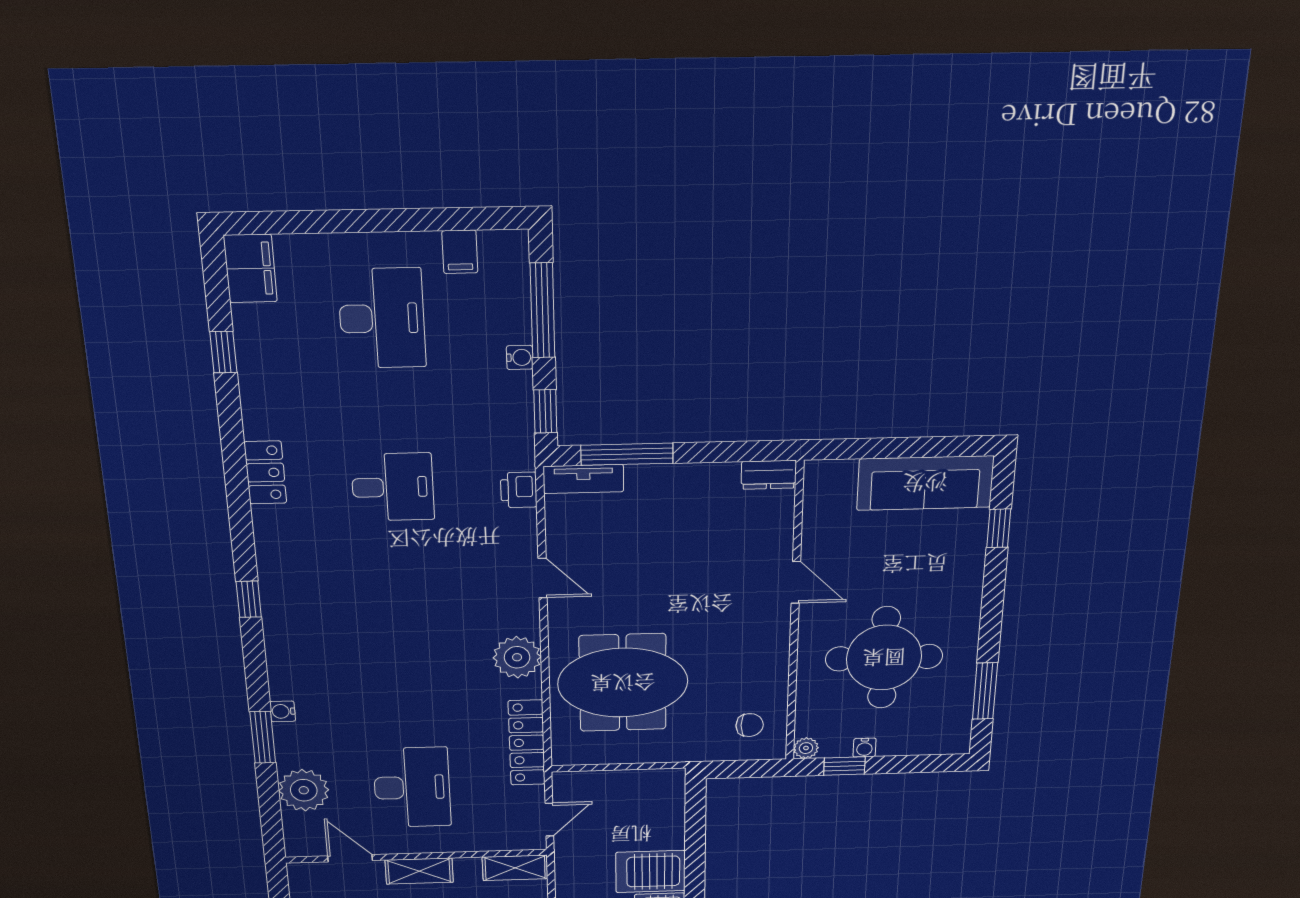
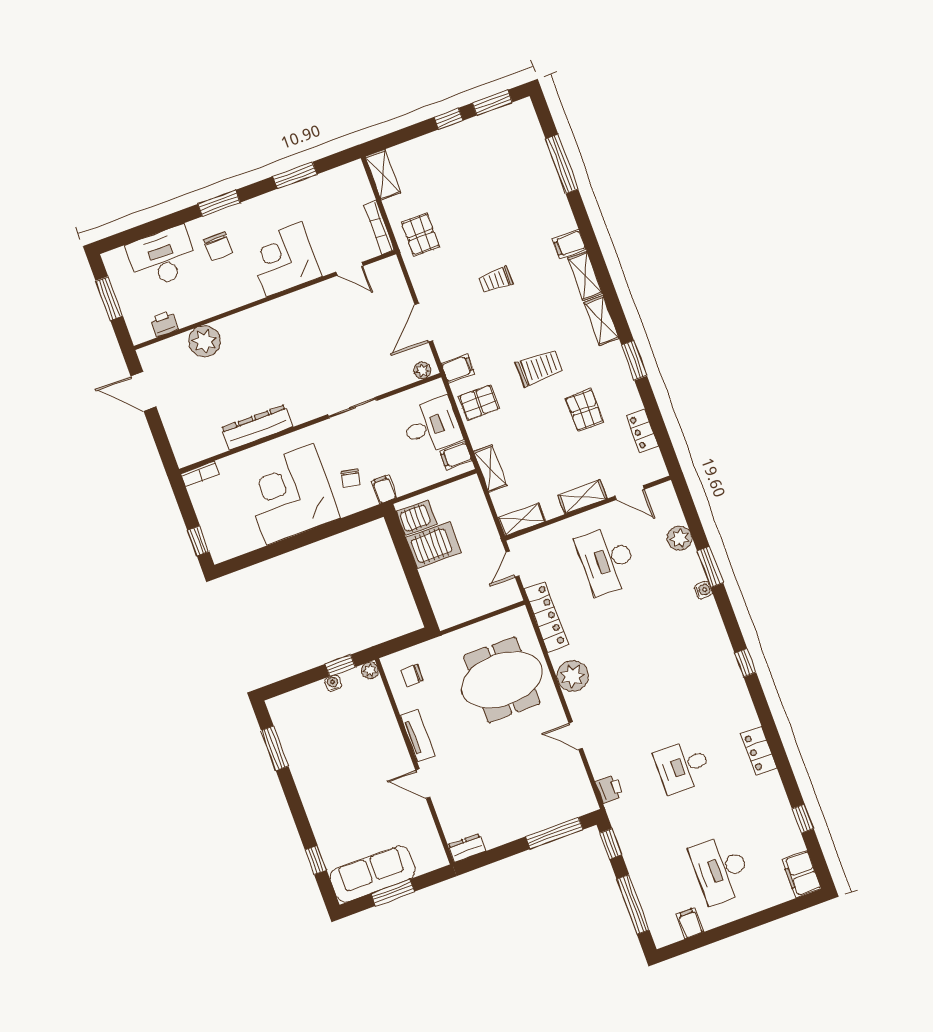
water cooler: (520, 357) -> (636, 872), removed
window: (907, 448) -> (393, 893), added
tv unit: (583, 479) -> (417, 736), moved, turned 90
round table: (884, 658) -> (348, 751), removed
plant: (304, 790) -> (680, 538), width x0.73, depth x0.73

